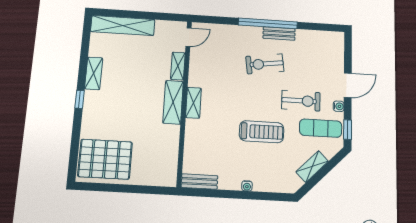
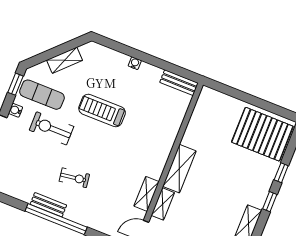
exercise bike: (265, 64) -> (74, 178), width x0.73, depth x0.72
shelving: (193, 103) -> (147, 194), moved
window: (76, 129) -> (281, 173), added

